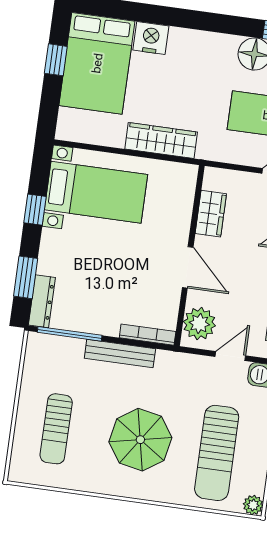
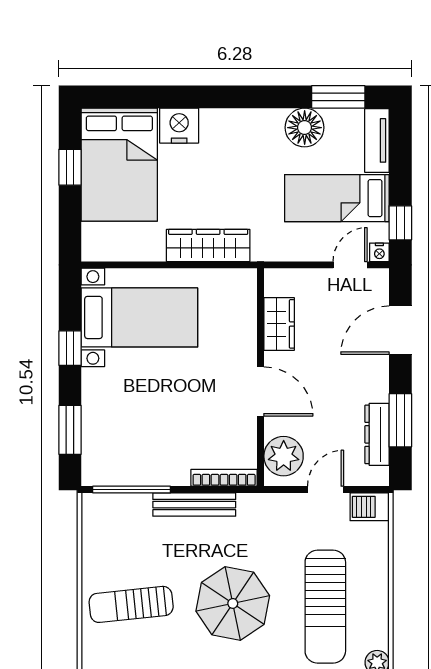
dresser: (42, 301) -> (93, 456), removed
sun lounger: (56, 429) -> (131, 604), turned 84

